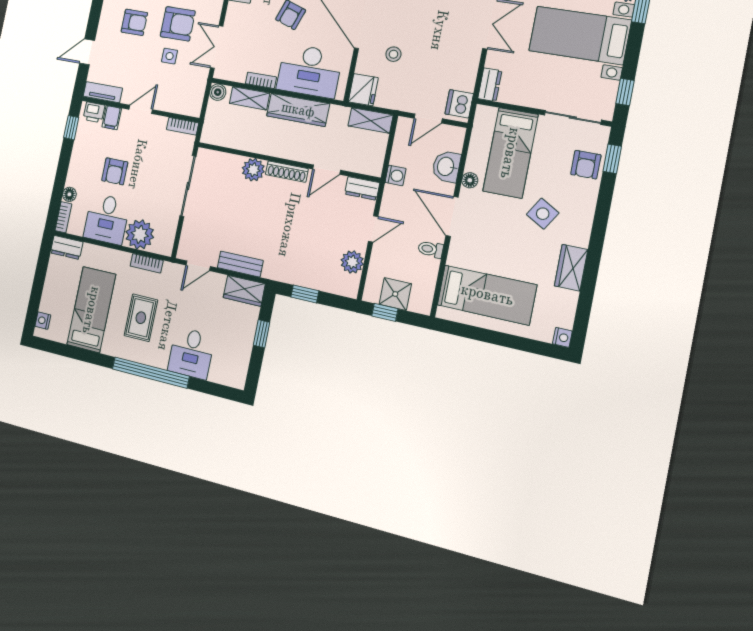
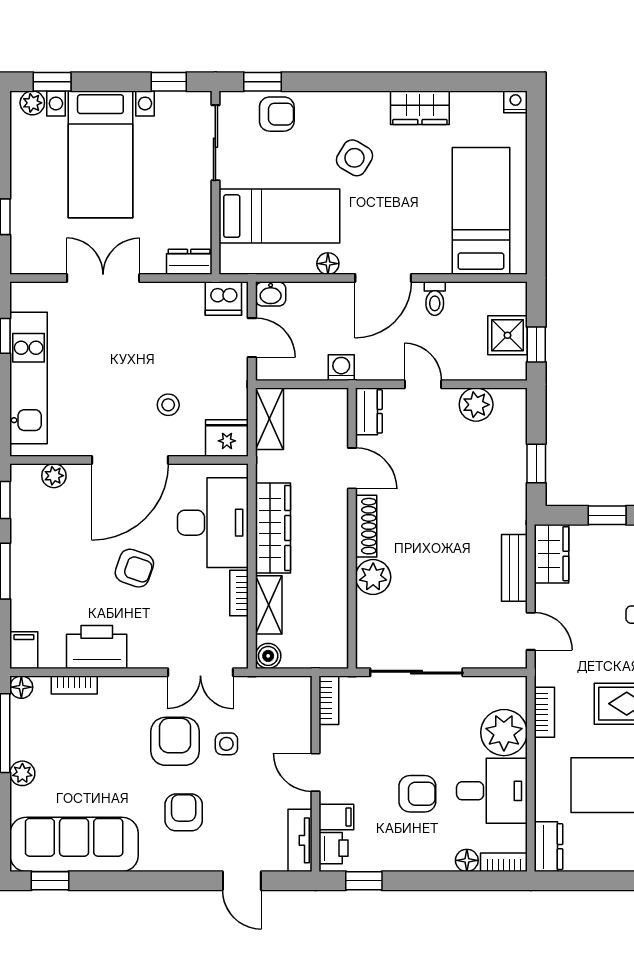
washbasin: (446, 167) -> (271, 294), moved, width x0.72, depth x0.69

